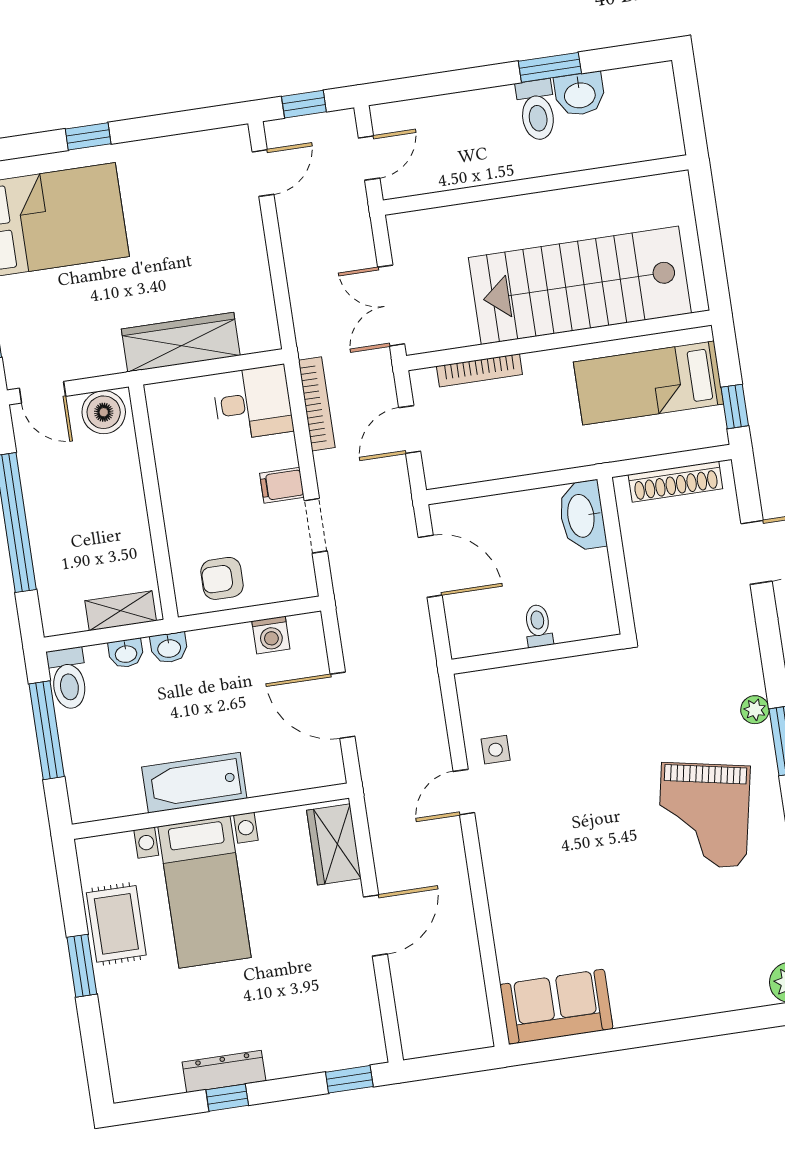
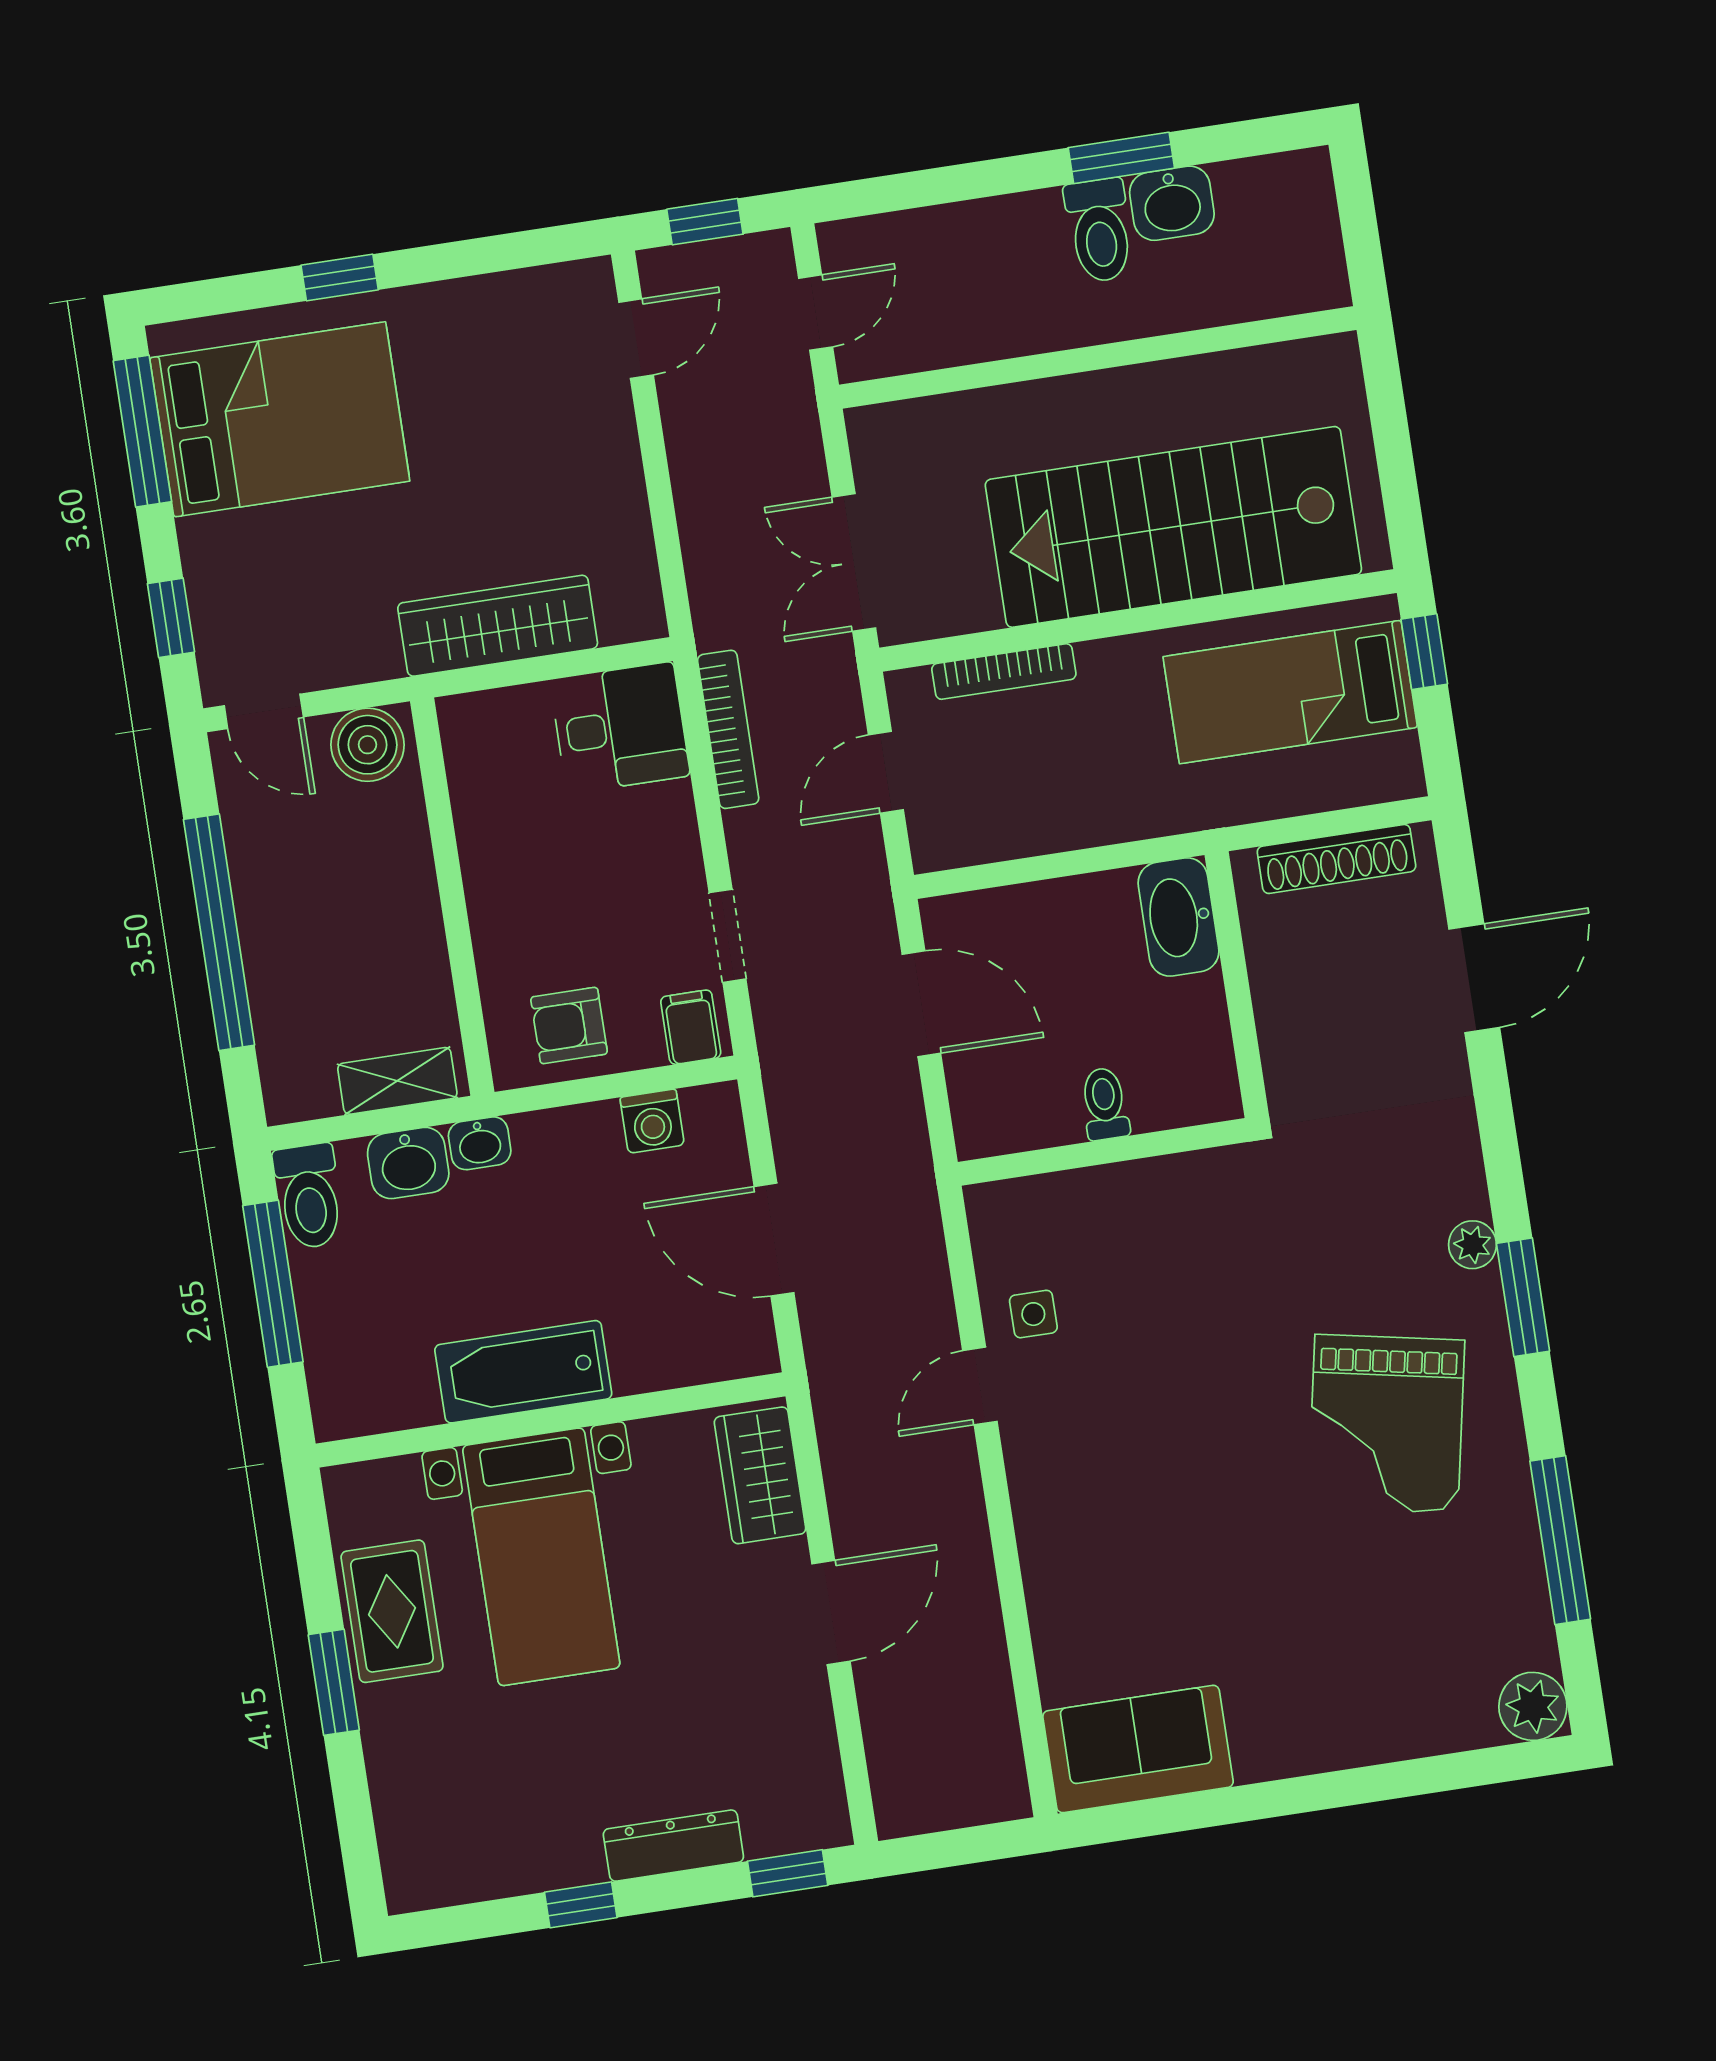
window: (735, 406) -> (1424, 652), moved
filing cabinet: (282, 485) -> (691, 1027), moved, turned 90
washbasin: (126, 653) -> (408, 1163), width x1.38, depth x1.45
dresser: (224, 1071) -> (673, 1846), moved

